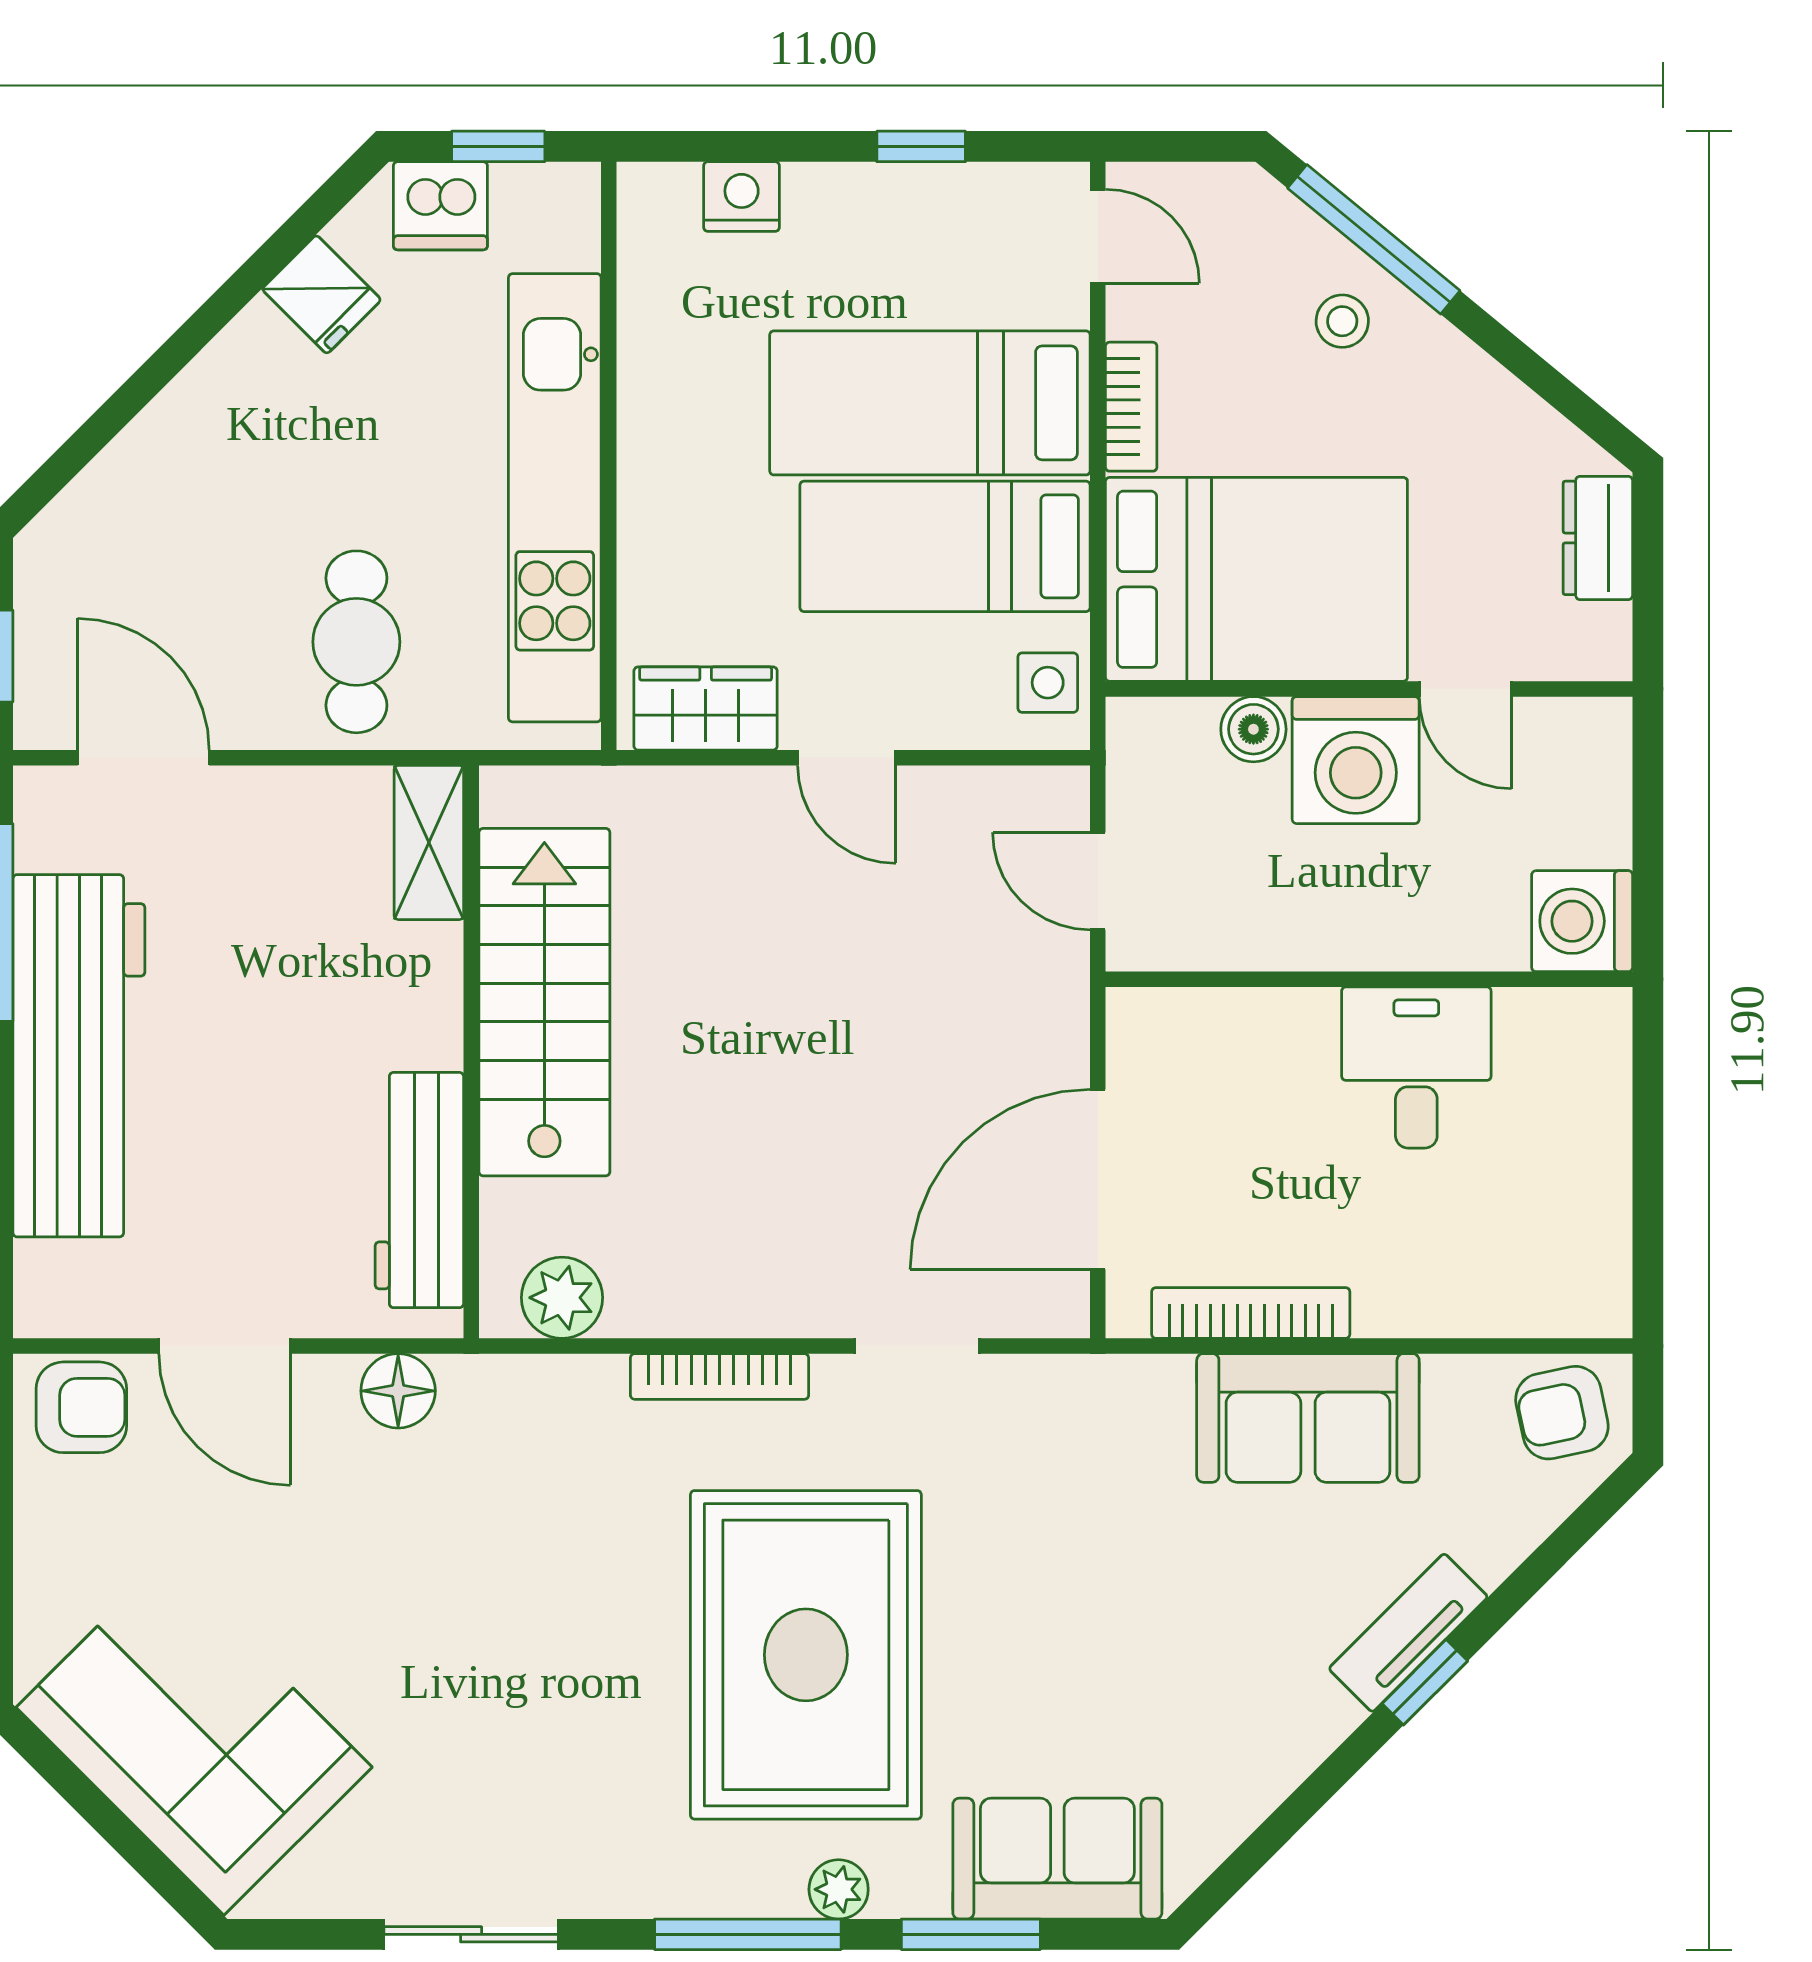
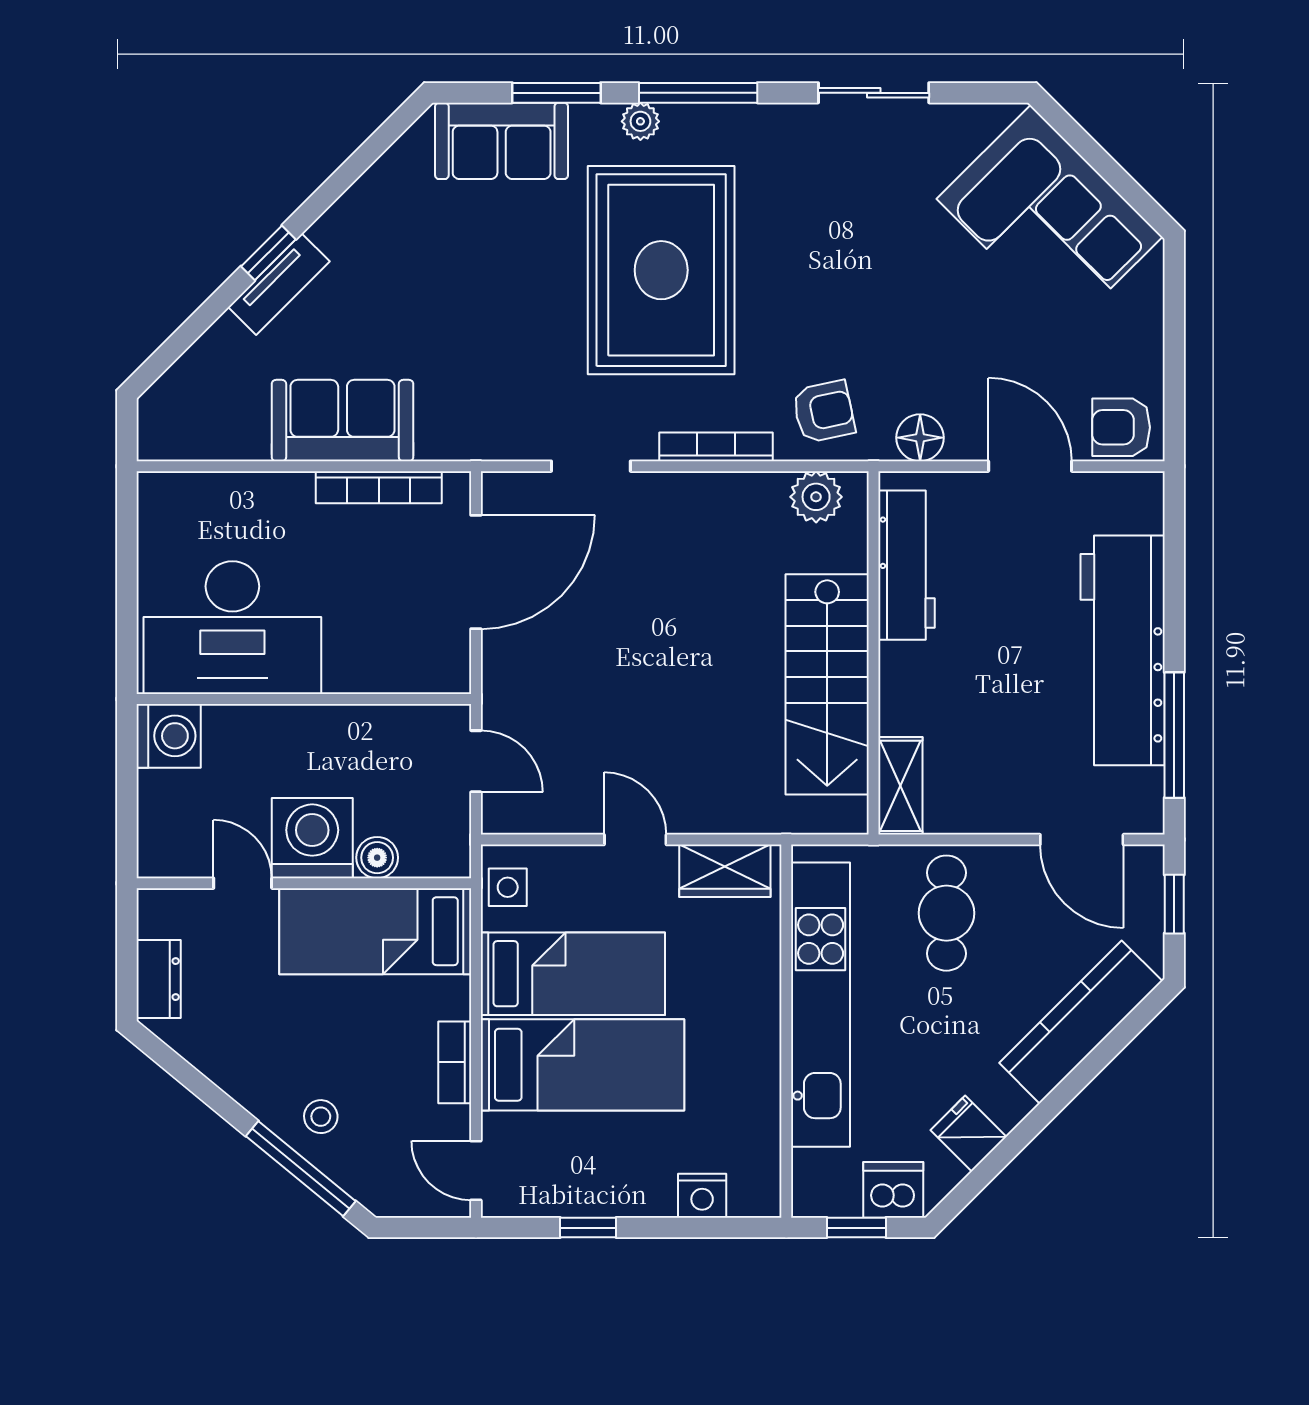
kitchen counter: (145, 470) -> (1081, 1022), added
bed: (1256, 579) -> (375, 931), width x0.67
desk: (1416, 1067) -> (232, 628), width x1.87, depth x1.30
armchair: (1562, 1413) -> (824, 412), moved

